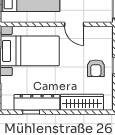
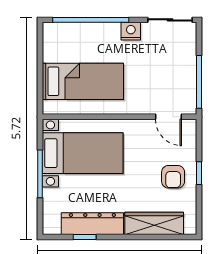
door: (74, 24) -> (169, 117), moved

